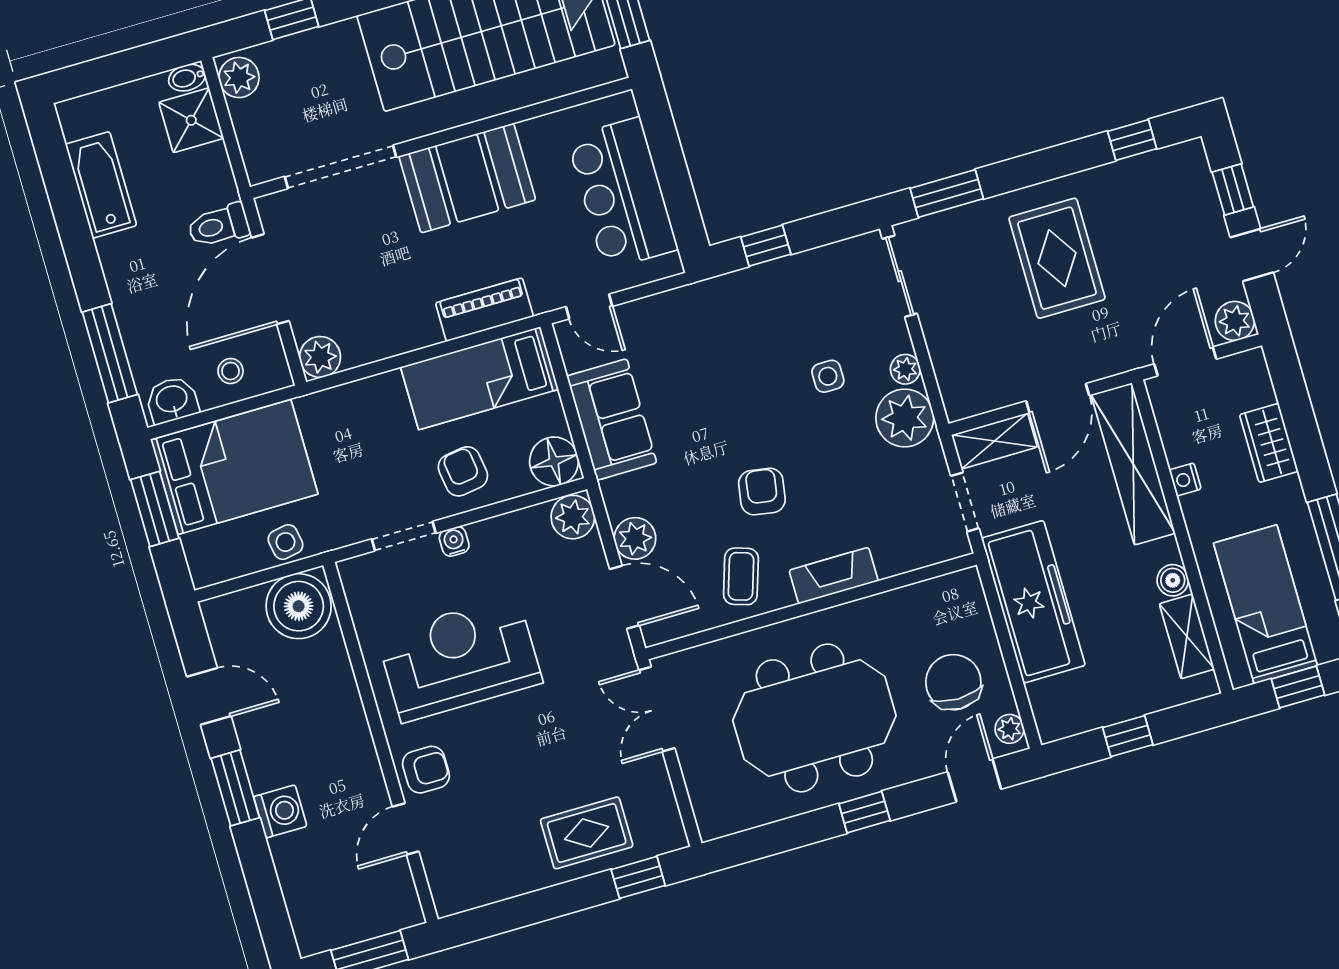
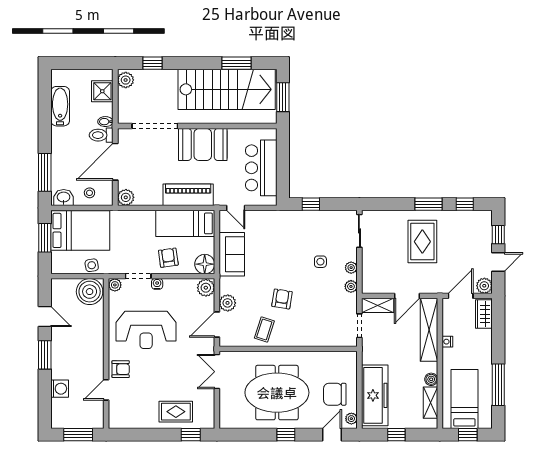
bidet: (187, 78) -> (105, 122), moved
window: (947, 193) -> (428, 204), moved
piano: (484, 310) -> (188, 195), width x1.37, depth x1.33
plant: (905, 418) -> (351, 286), width x0.53, depth x0.53
wardrobe: (1269, 443) -> (484, 314), moved
plant: (354, 573) -> (115, 285), added
fireplace: (834, 576) -> (300, 340), removed
door: (624, 597) -> (217, 325), swing flipped
freezer: (1033, 602) -> (375, 395), moved
reception desk: (460, 659) -> (146, 330), turned 180
chair: (953, 682) -> (335, 394), turned -90
washing machine: (280, 811) -> (60, 389), moved

